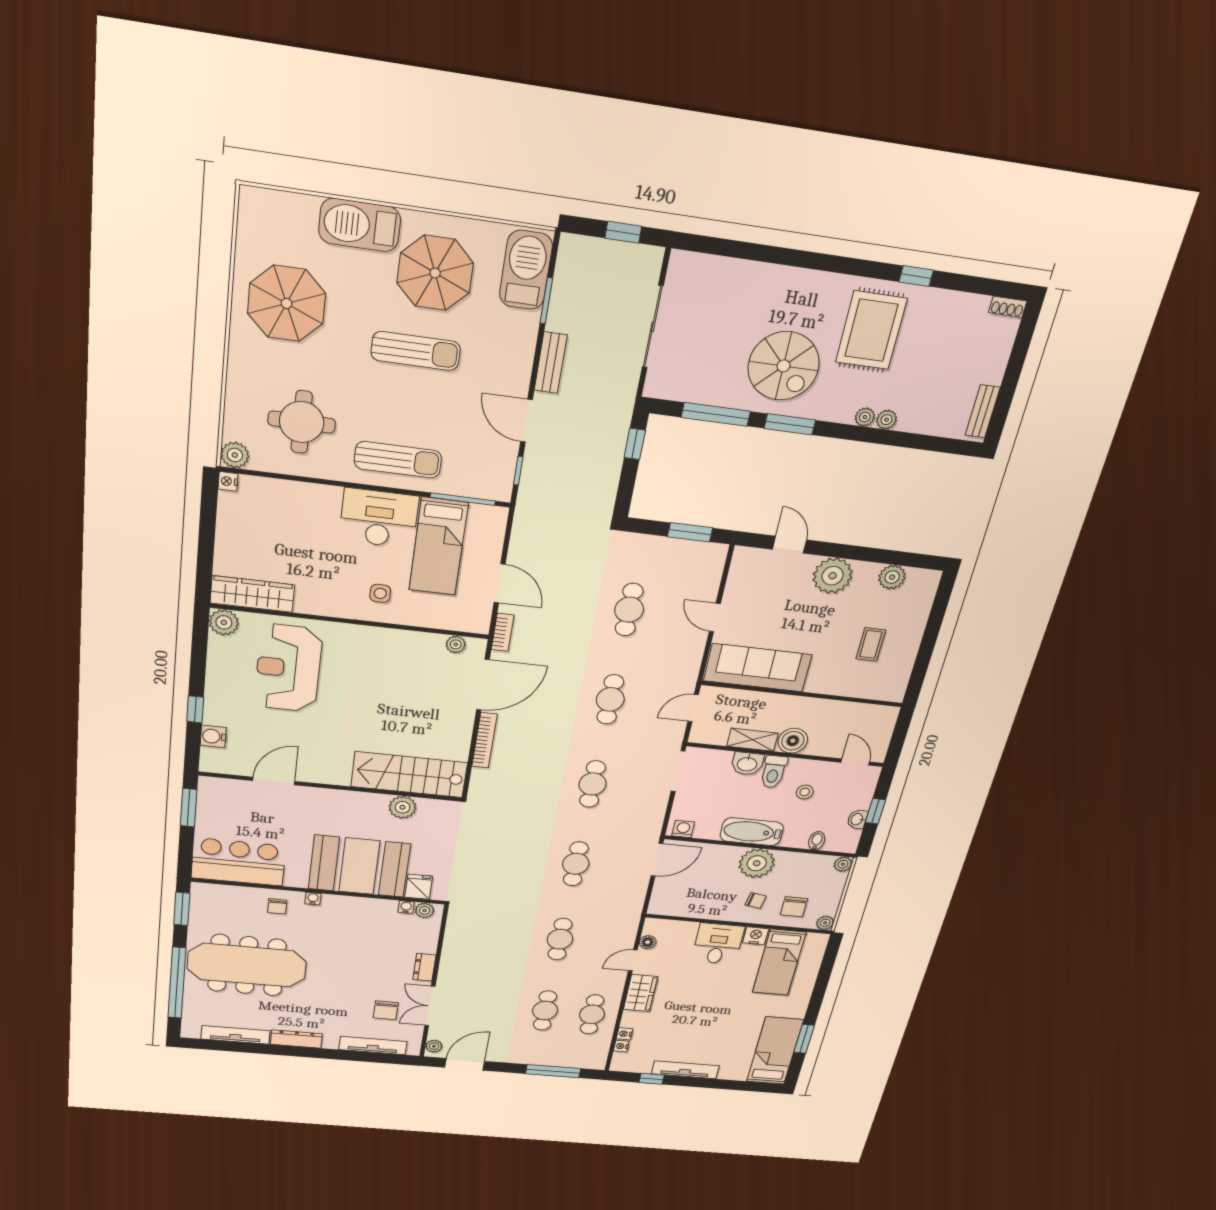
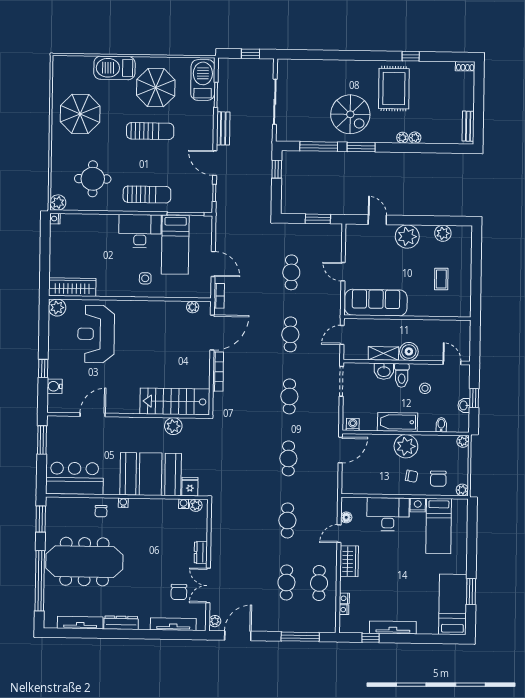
desk: (718, 944) -> (388, 514), width x1.37

